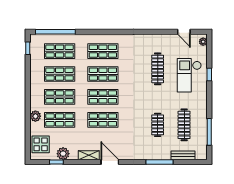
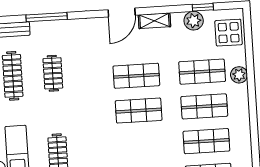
shop shelf: (103, 74) -> (141, 145), removed
door: (110, 162) -> (122, 12), hinge flipped

